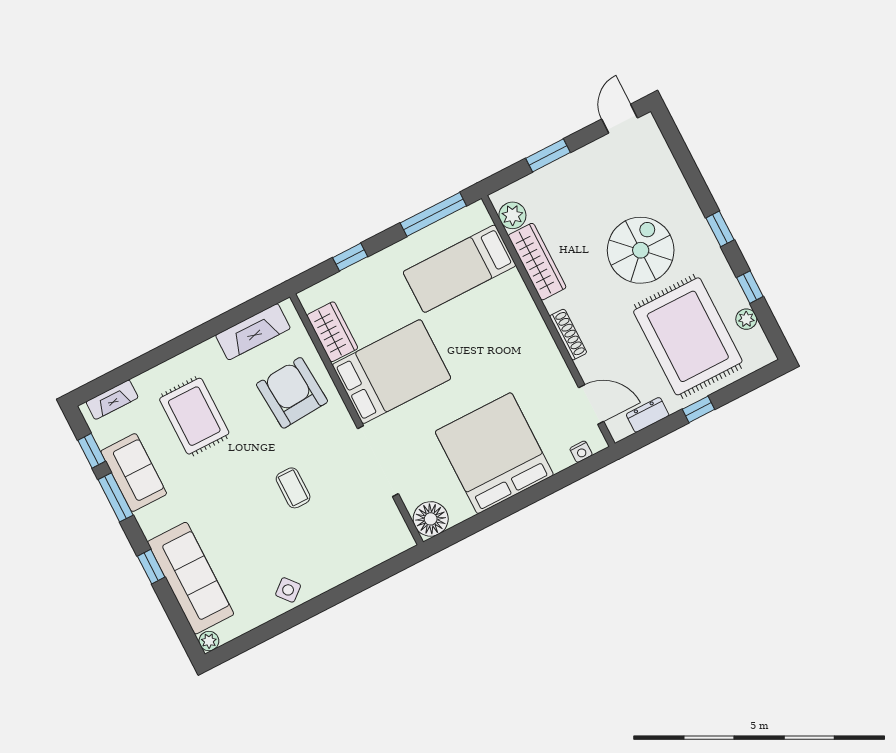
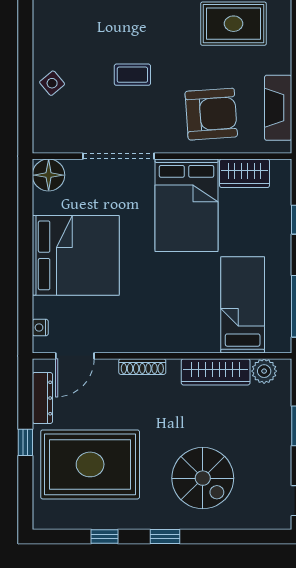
spiral stairs: (641, 250) -> (203, 478), moved
plant: (746, 319) -> (80, 520), removed
dresser: (648, 415) -> (42, 398), width x1.44
side table: (288, 590) -> (52, 83), moved

